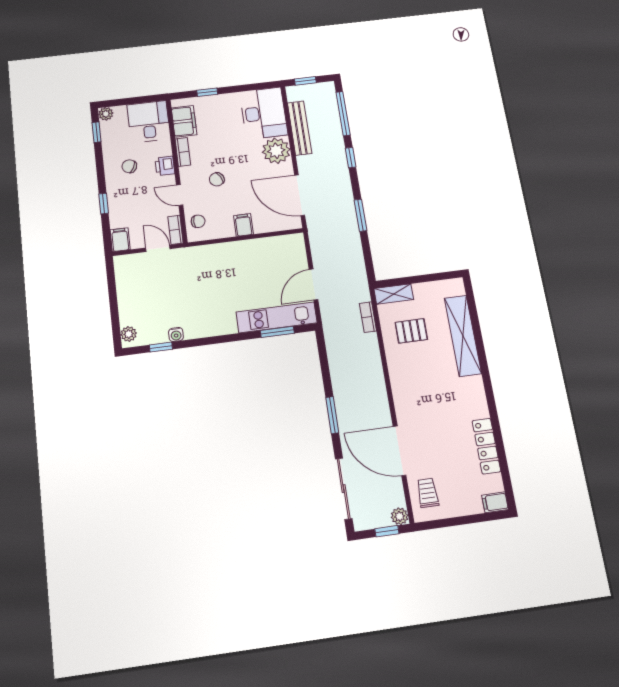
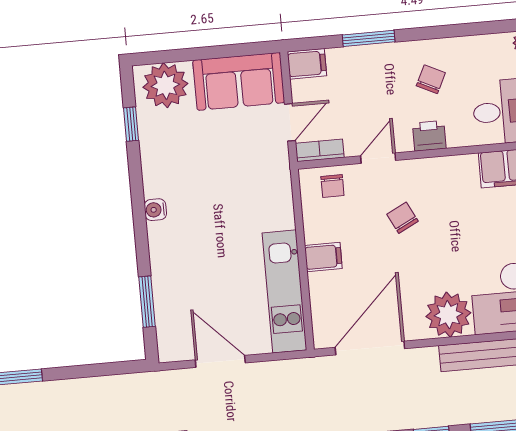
window: (97, 132) -> (493, 27), removed
bookcase: (183, 152) -> (452, 165), removed
window: (104, 204) -> (369, 38), width x1.50
sofa: (132, 281) -> (239, 81), added
kitchen unit: (277, 317) -> (284, 291), moved, turned 180
plant: (129, 334) -> (165, 85), width x1.87, depth x1.87
water cooler: (176, 334) -> (155, 210), moved

